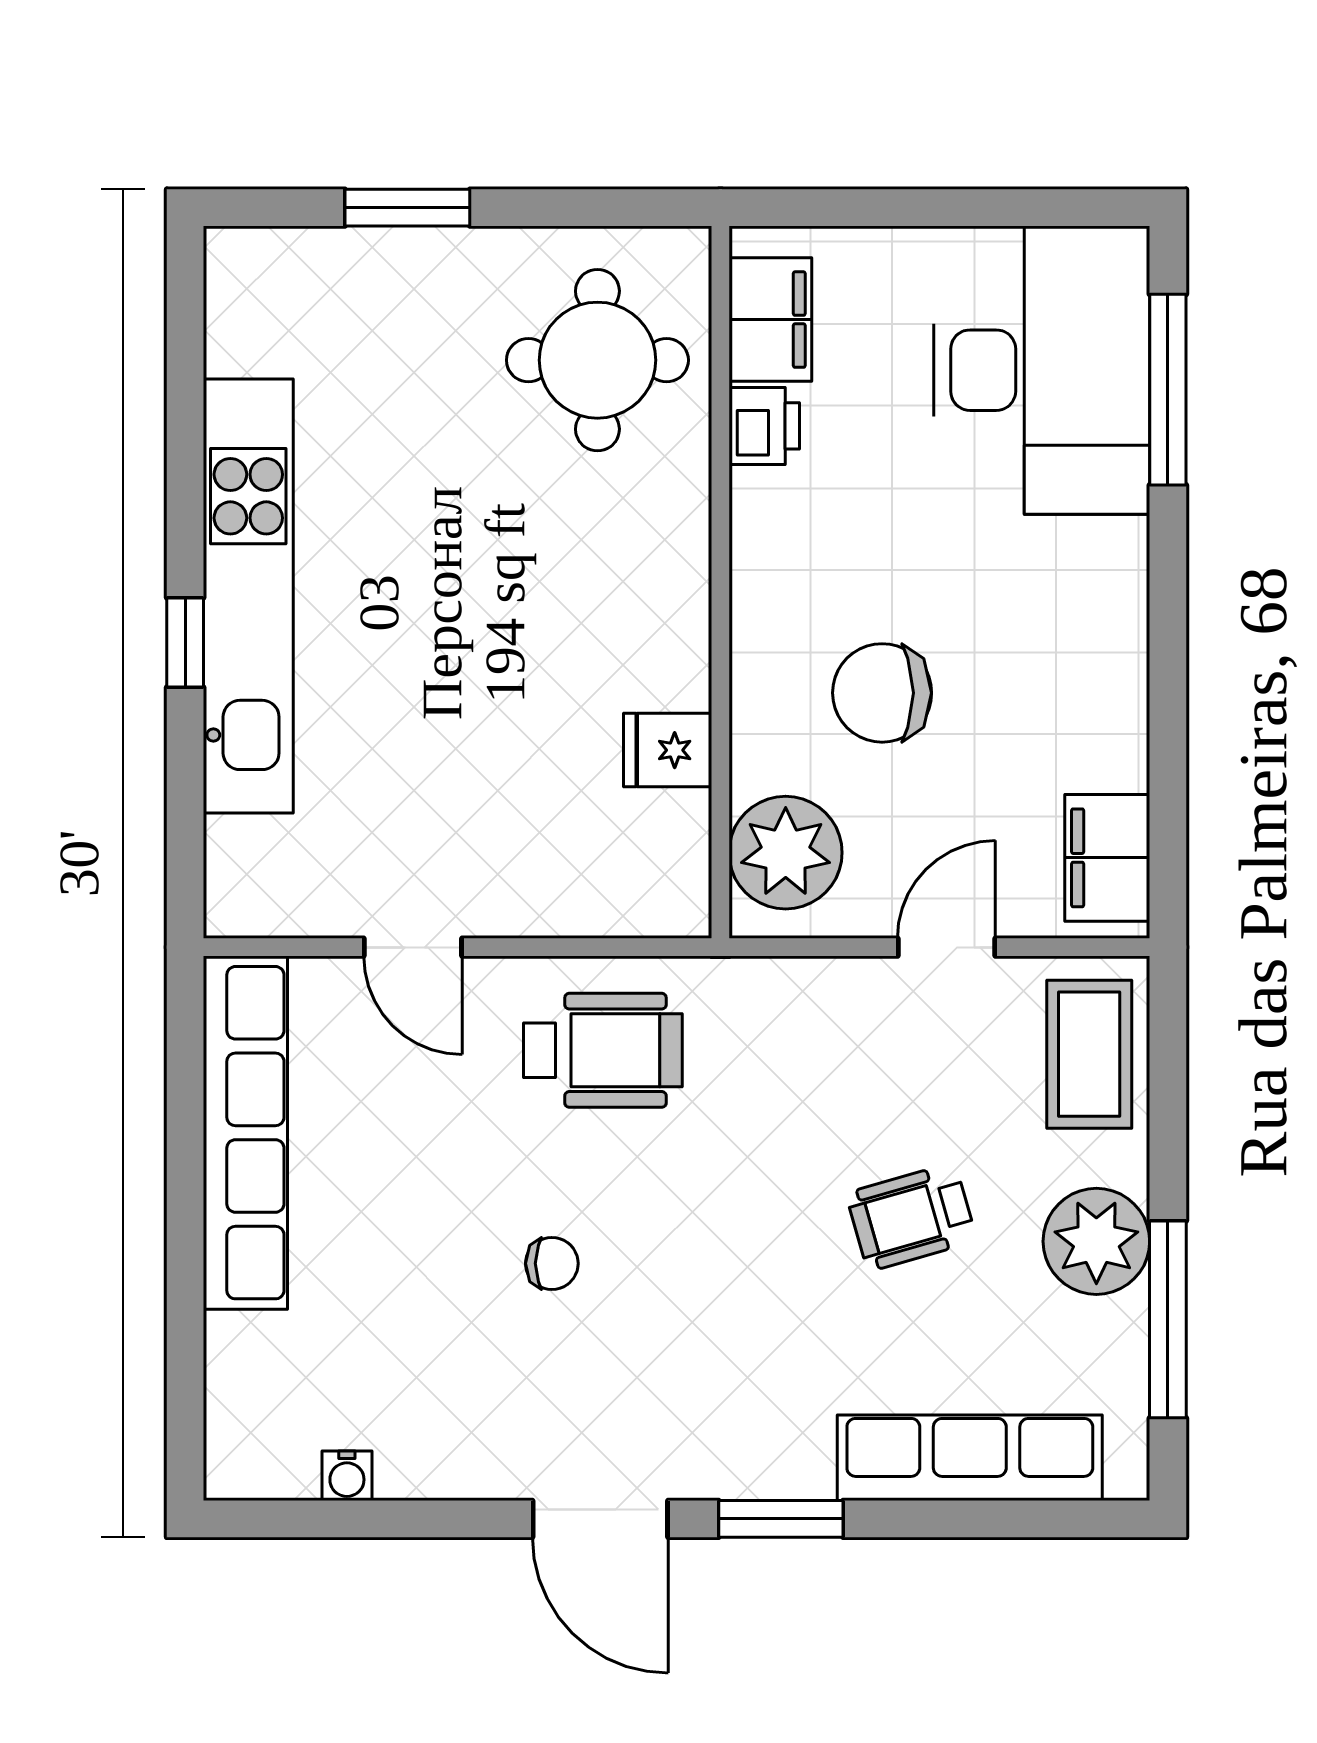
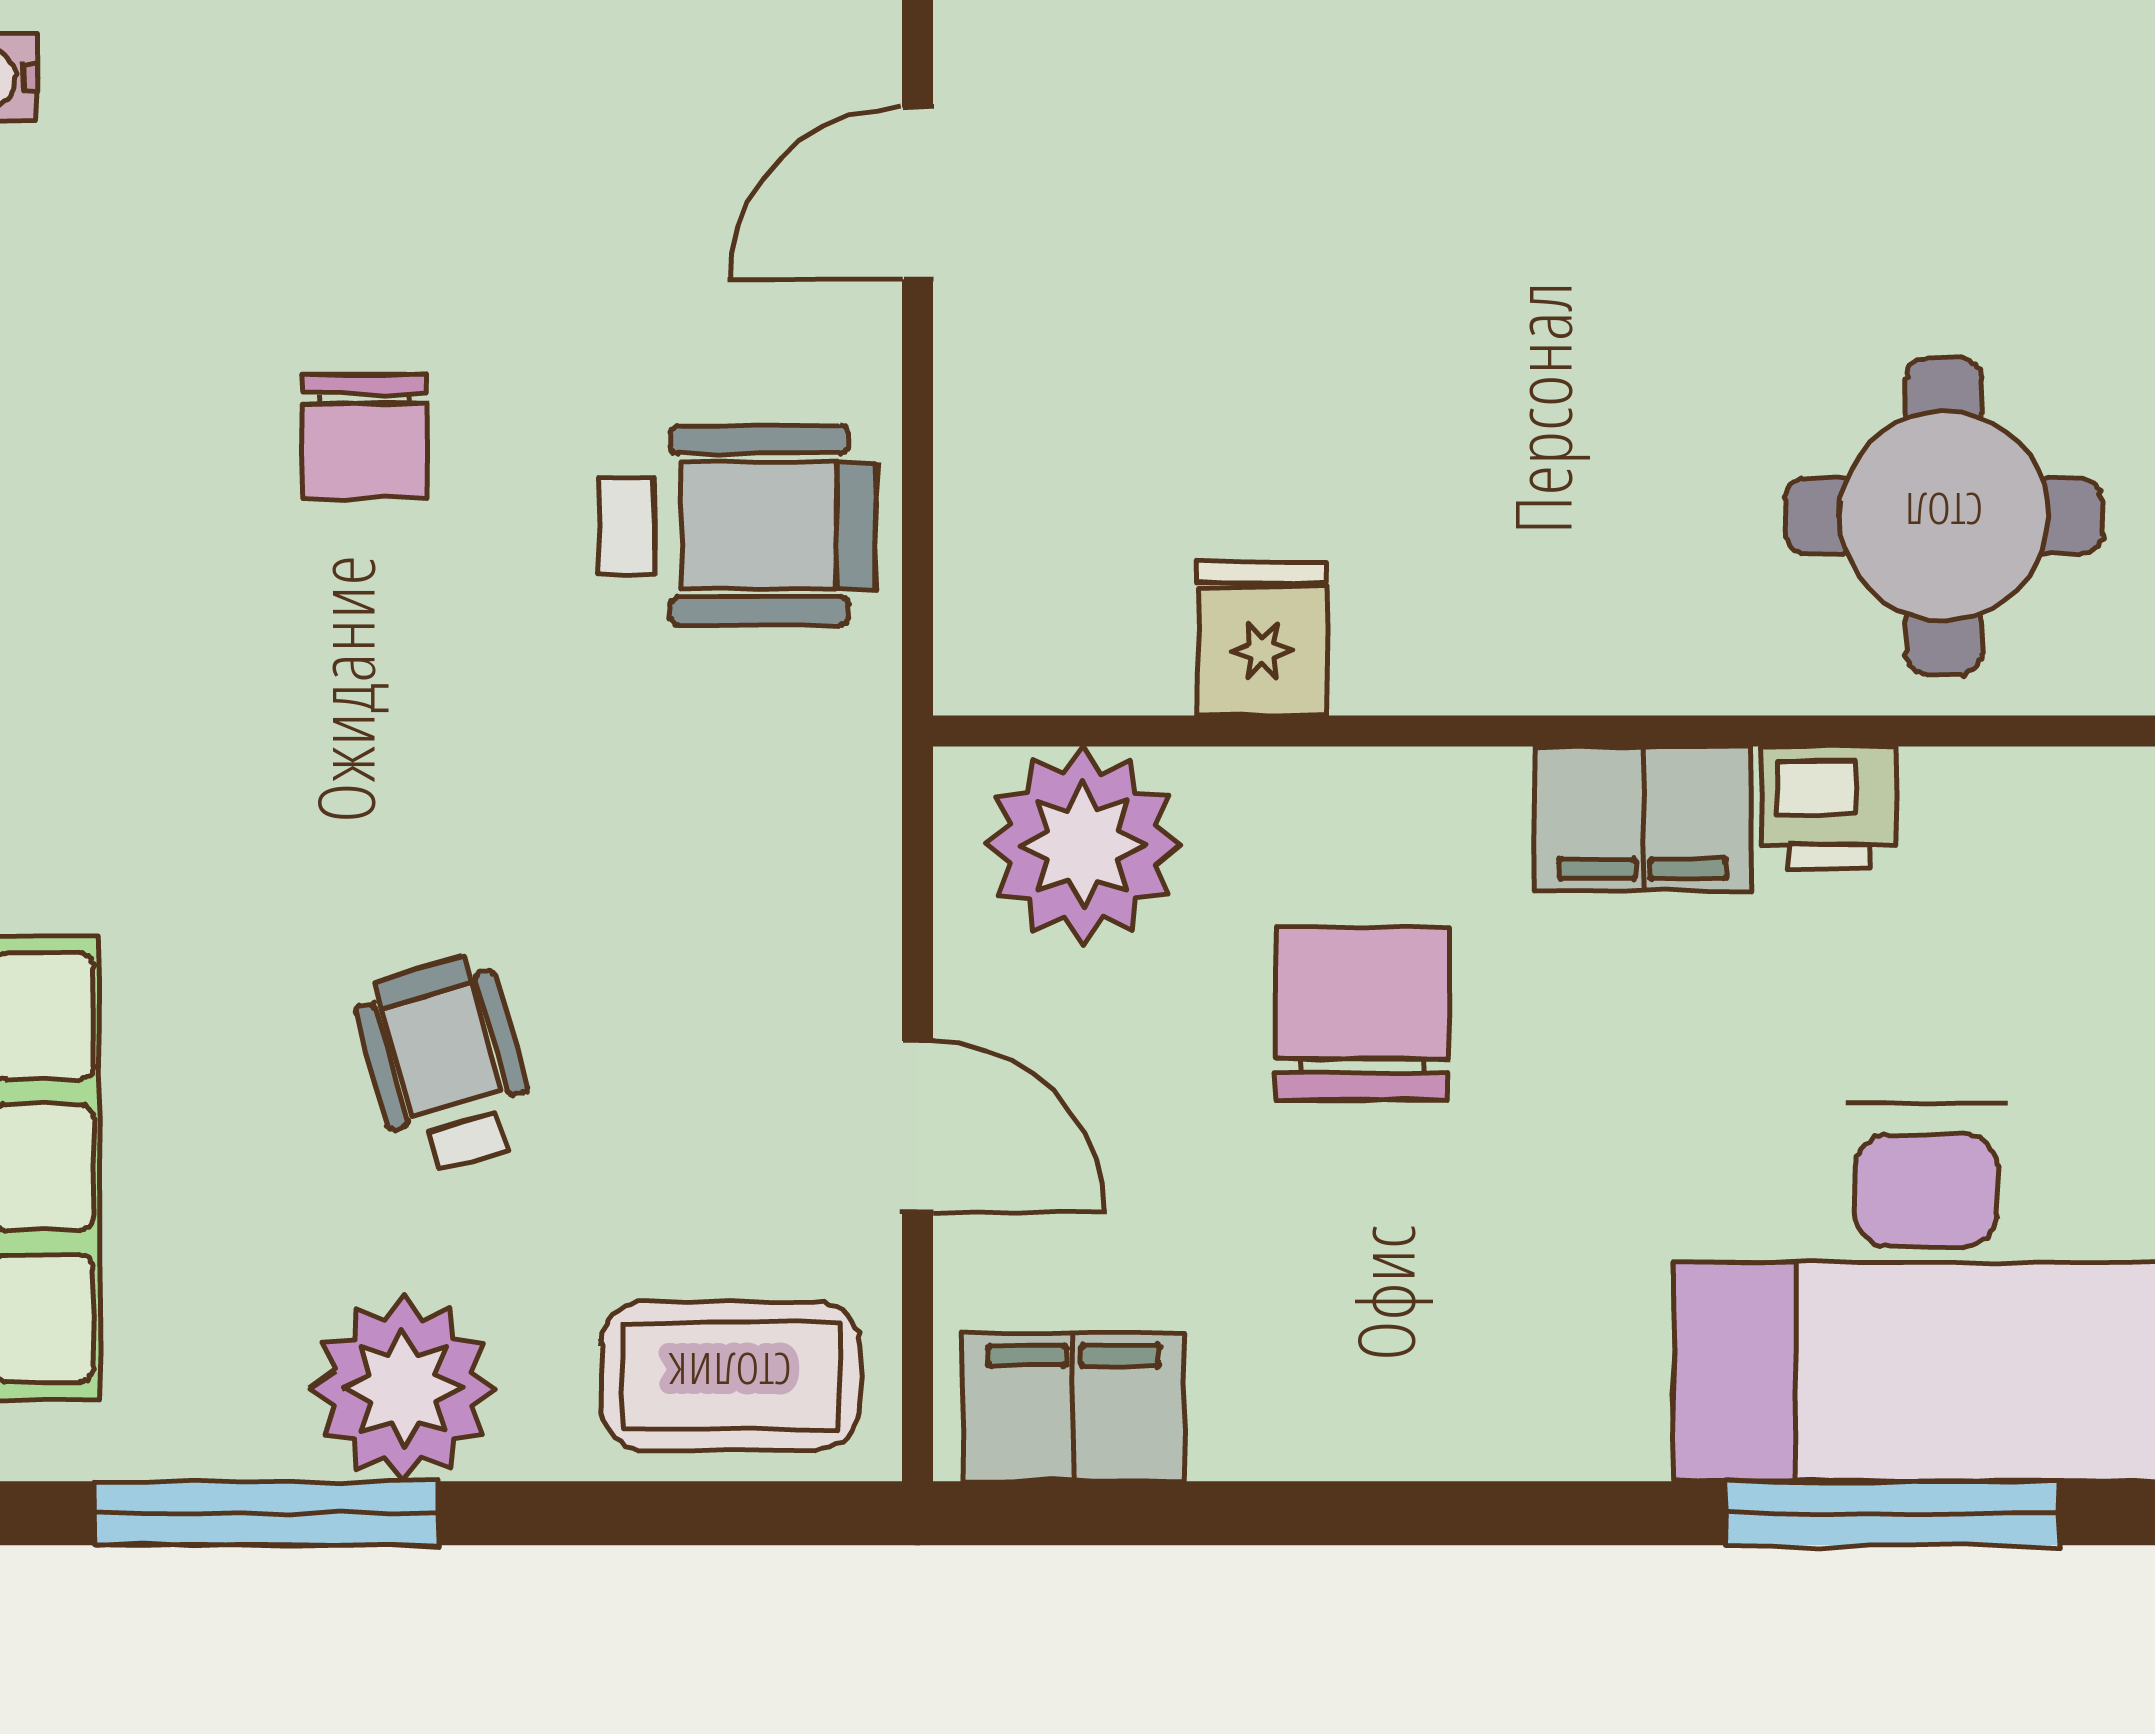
filing cabinet: (770, 320) -> (1643, 818), moved
wheelchair: (603, 1050) -> (737, 526), turned -90
chair: (552, 1263) -> (365, 436), width x1.37, depth x1.37

